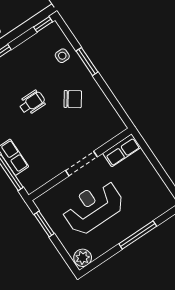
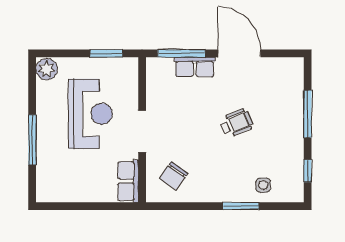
window: (43, 24) -> (308, 171), moved
chair: (73, 99) -> (174, 176), moved
wheelchair: (32, 103) -> (237, 123), turned -113

